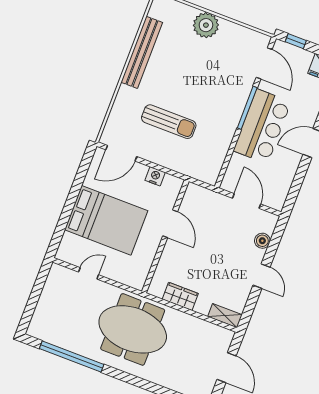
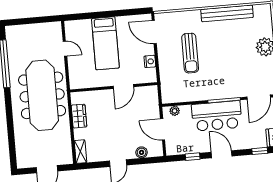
plant: (231, 175) -> (175, 111), added
window: (298, 180) -> (193, 157), added
door: (247, 201) -> (163, 129), swing flipped
bed: (106, 220) -> (105, 43), width x0.67
meeting table: (133, 329) -> (42, 95), width x1.36

